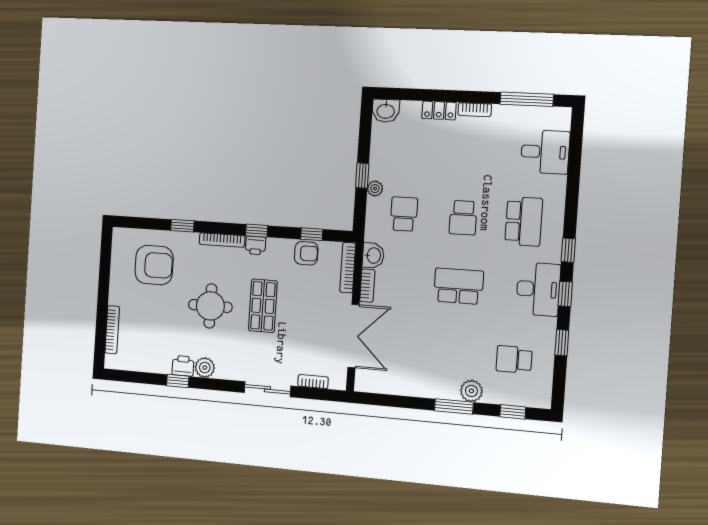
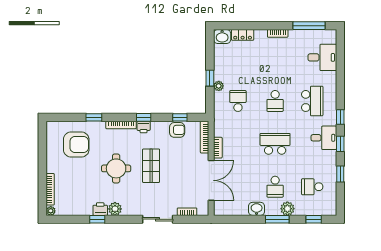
locker: (439, 110) -> (243, 35), moved
washbasin: (373, 255) -> (257, 209), moved, turned -90
desk: (538, 289) -> (324, 138), width x0.73
school desk: (454, 354) -> (275, 187), added
plant: (111, 362) -> (51, 211), added

